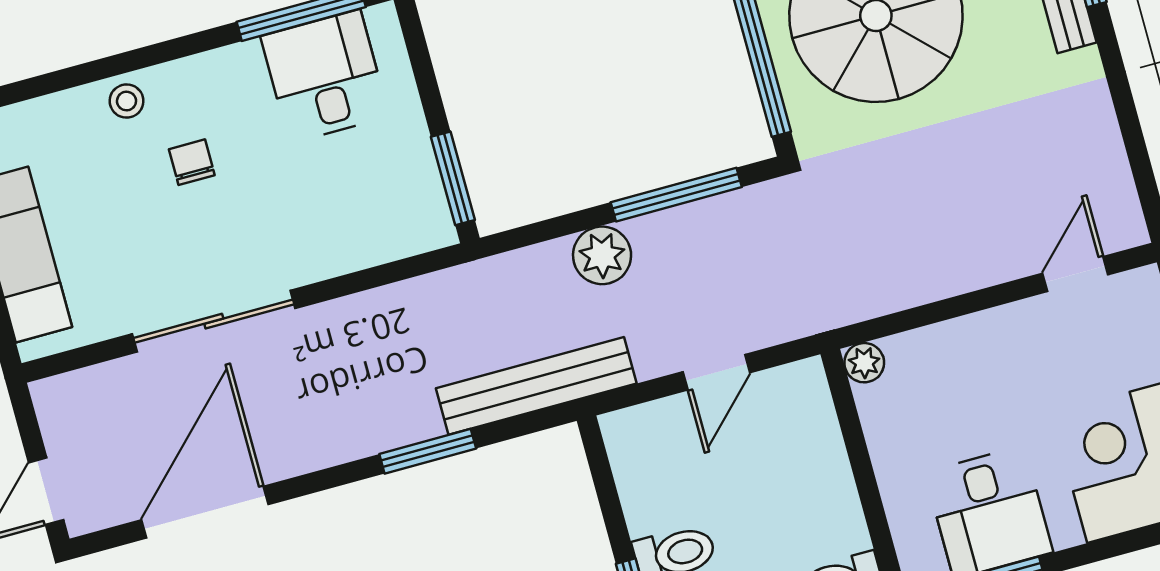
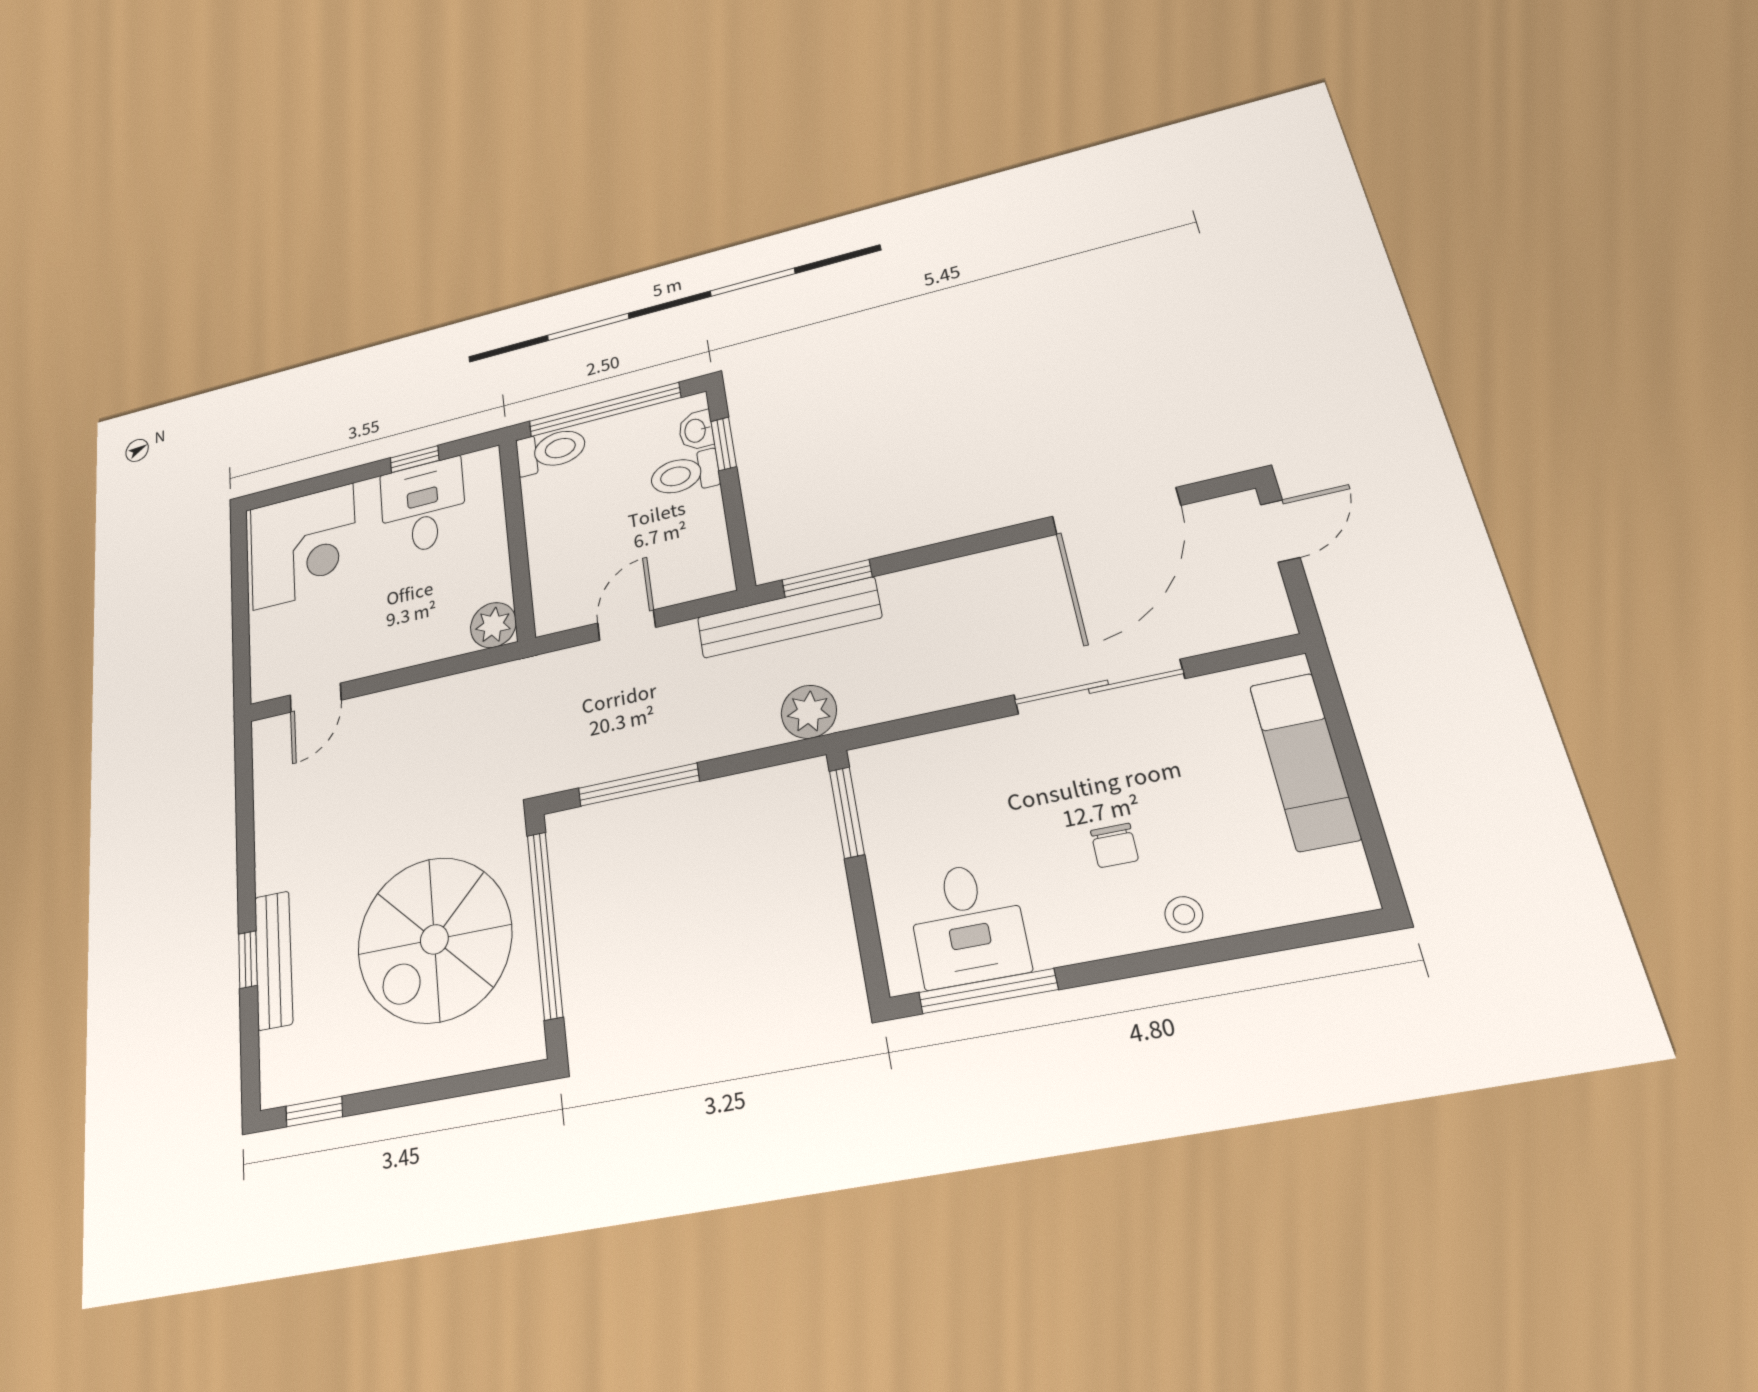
plant: (602, 255) -> (809, 712), moved
plant: (864, 363) -> (493, 625), width x1.38, depth x1.38
window: (428, 451) -> (827, 578), moved

